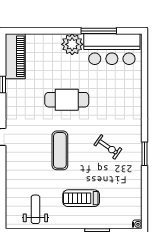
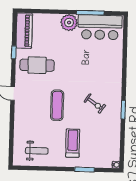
cafe table: (67, 100) -> (37, 65), moved
treadmill: (81, 198) -> (73, 143), turned 90
weight bench: (35, 209) -> (37, 151), turned 90

